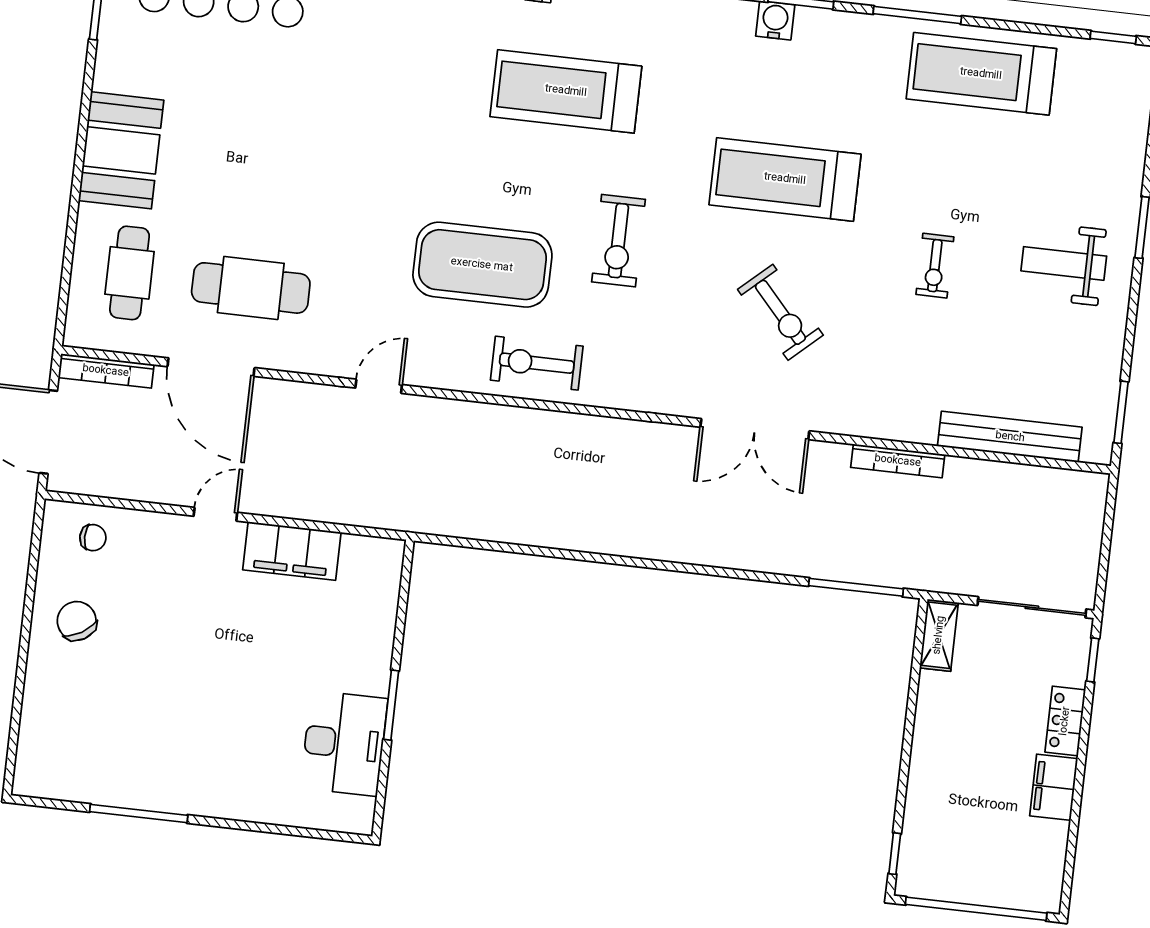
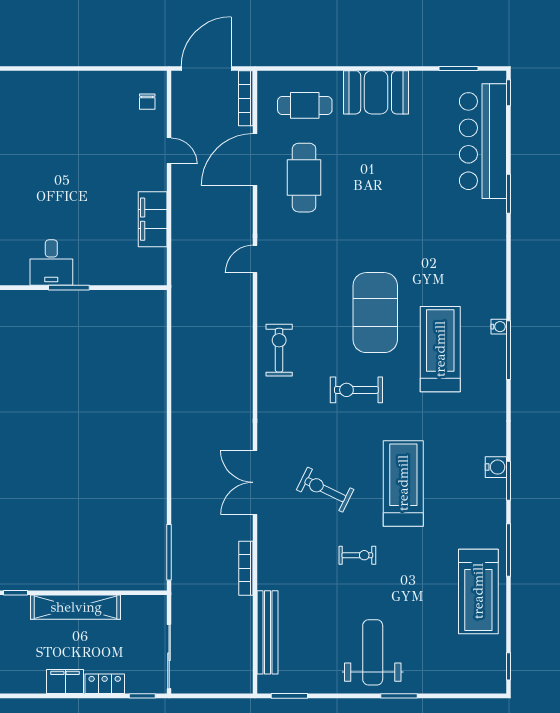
treadmill: (981, 74) -> (478, 591), turned 180
weight bench: (1064, 263) -> (373, 652), width x1.36, depth x1.33
exercise mat: (482, 265) -> (375, 313), moved
exercise bike: (935, 266) -> (357, 555), moved, turned 180
exercise bike: (780, 312) -> (325, 490), turned 68
door: (379, 386) -> (255, 259), swing flipped
door: (215, 514) -> (169, 151), moved
chair: (77, 621) -> (97, 98), removed
shelving: (939, 635) -> (76, 607), moved, width x2.20, depth x1.33
desk: (344, 743) -> (51, 263), width x0.73

